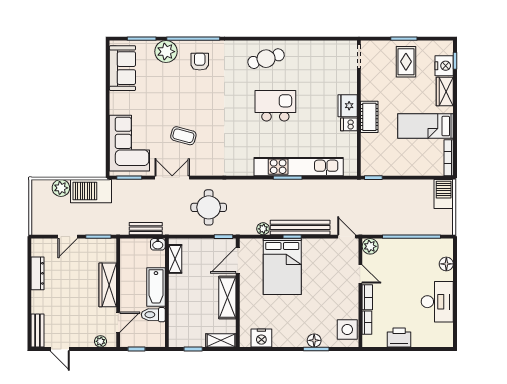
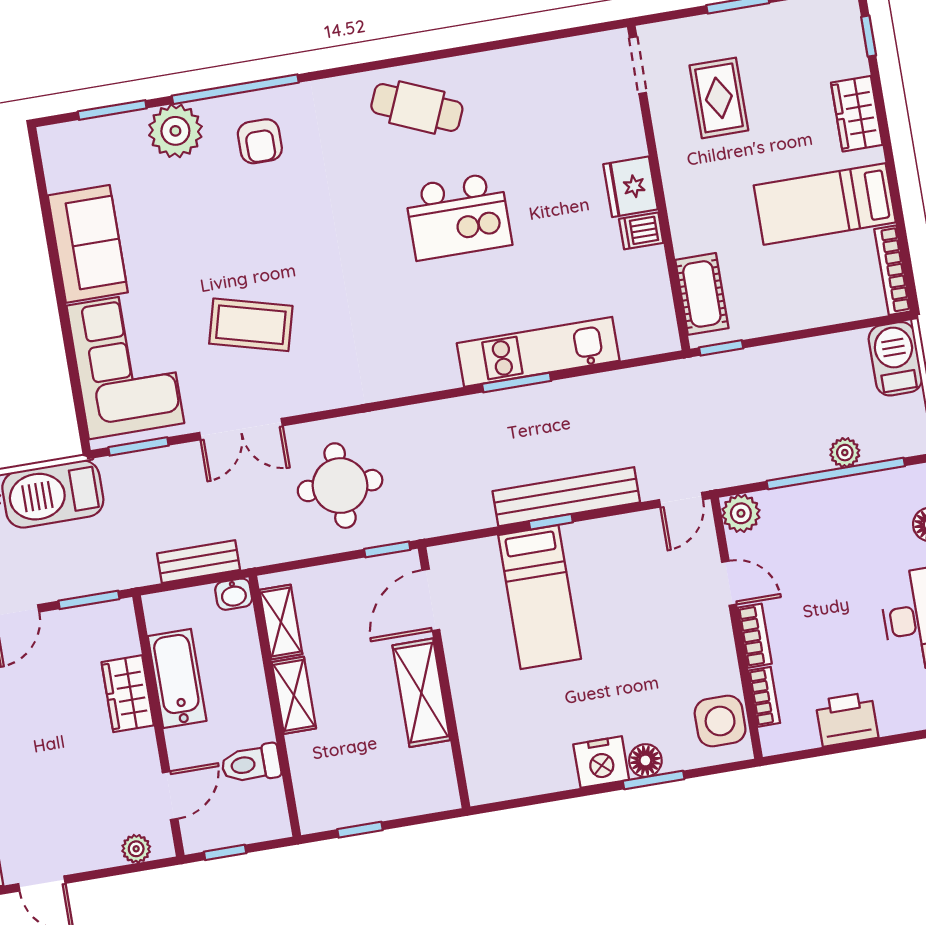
cafe table: (266, 59) -> (417, 107), turned 40
armchair: (200, 62) -> (260, 141), turned 180
rug: (406, 62) -> (719, 98), moved
nightstand: (444, 66) -> (845, 52), removed
sofa: (122, 68) -> (88, 244), moved
kitchen island: (275, 106) -> (458, 216), turned 180
cot: (369, 117) -> (702, 294), moved
coffee table: (183, 136) -> (251, 325), width x1.36, depth x1.30
kitchen unit: (299, 167) -> (538, 352), width x0.73
double door: (172, 178) -> (241, 429), swing flipped
plant: (263, 229) -> (845, 453), moved
door: (347, 237) -> (681, 500), swing flipped
bed: (282, 267) -> (540, 597), width x0.67
wardrobe: (108, 285) -> (128, 694), width x0.67
bathtub: (156, 287) -> (177, 679), moved, turned 180
nightstand: (261, 338) -> (601, 762), moved
shelving: (221, 340) -> (294, 695), moved, turned 90

